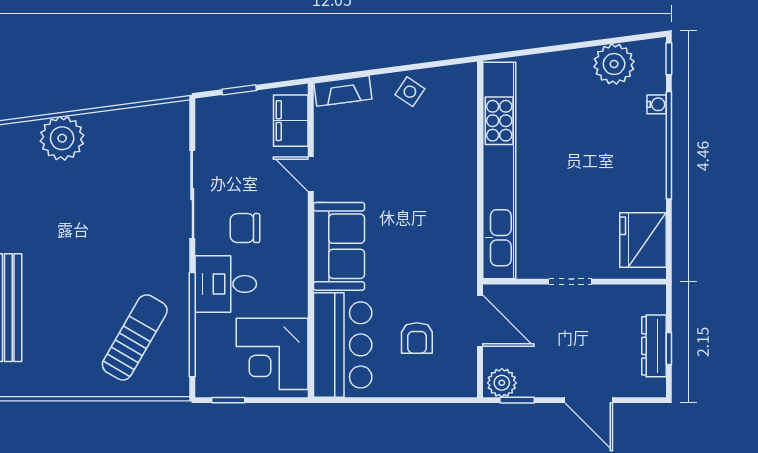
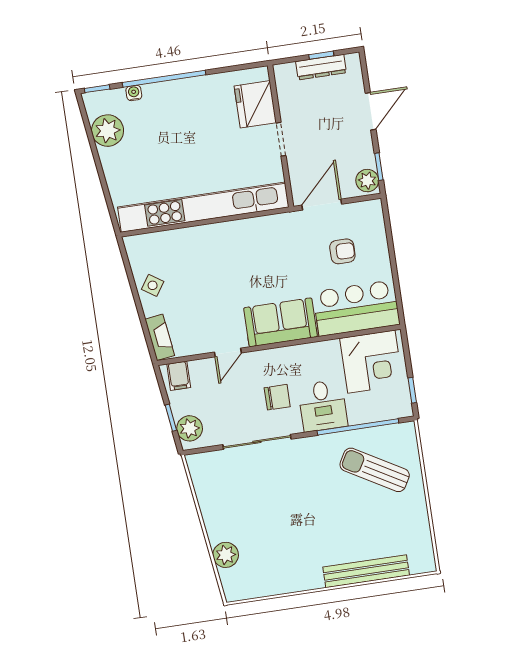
plant: (222, 111) -> (190, 428), added
filing cabinet: (291, 121) -> (179, 376), width x0.50
plant: (62, 138) -> (226, 555), width x0.73, depth x0.73
chair: (245, 228) -> (277, 397), turned -90
fridge: (643, 240) -> (255, 104), moved, turned 90

